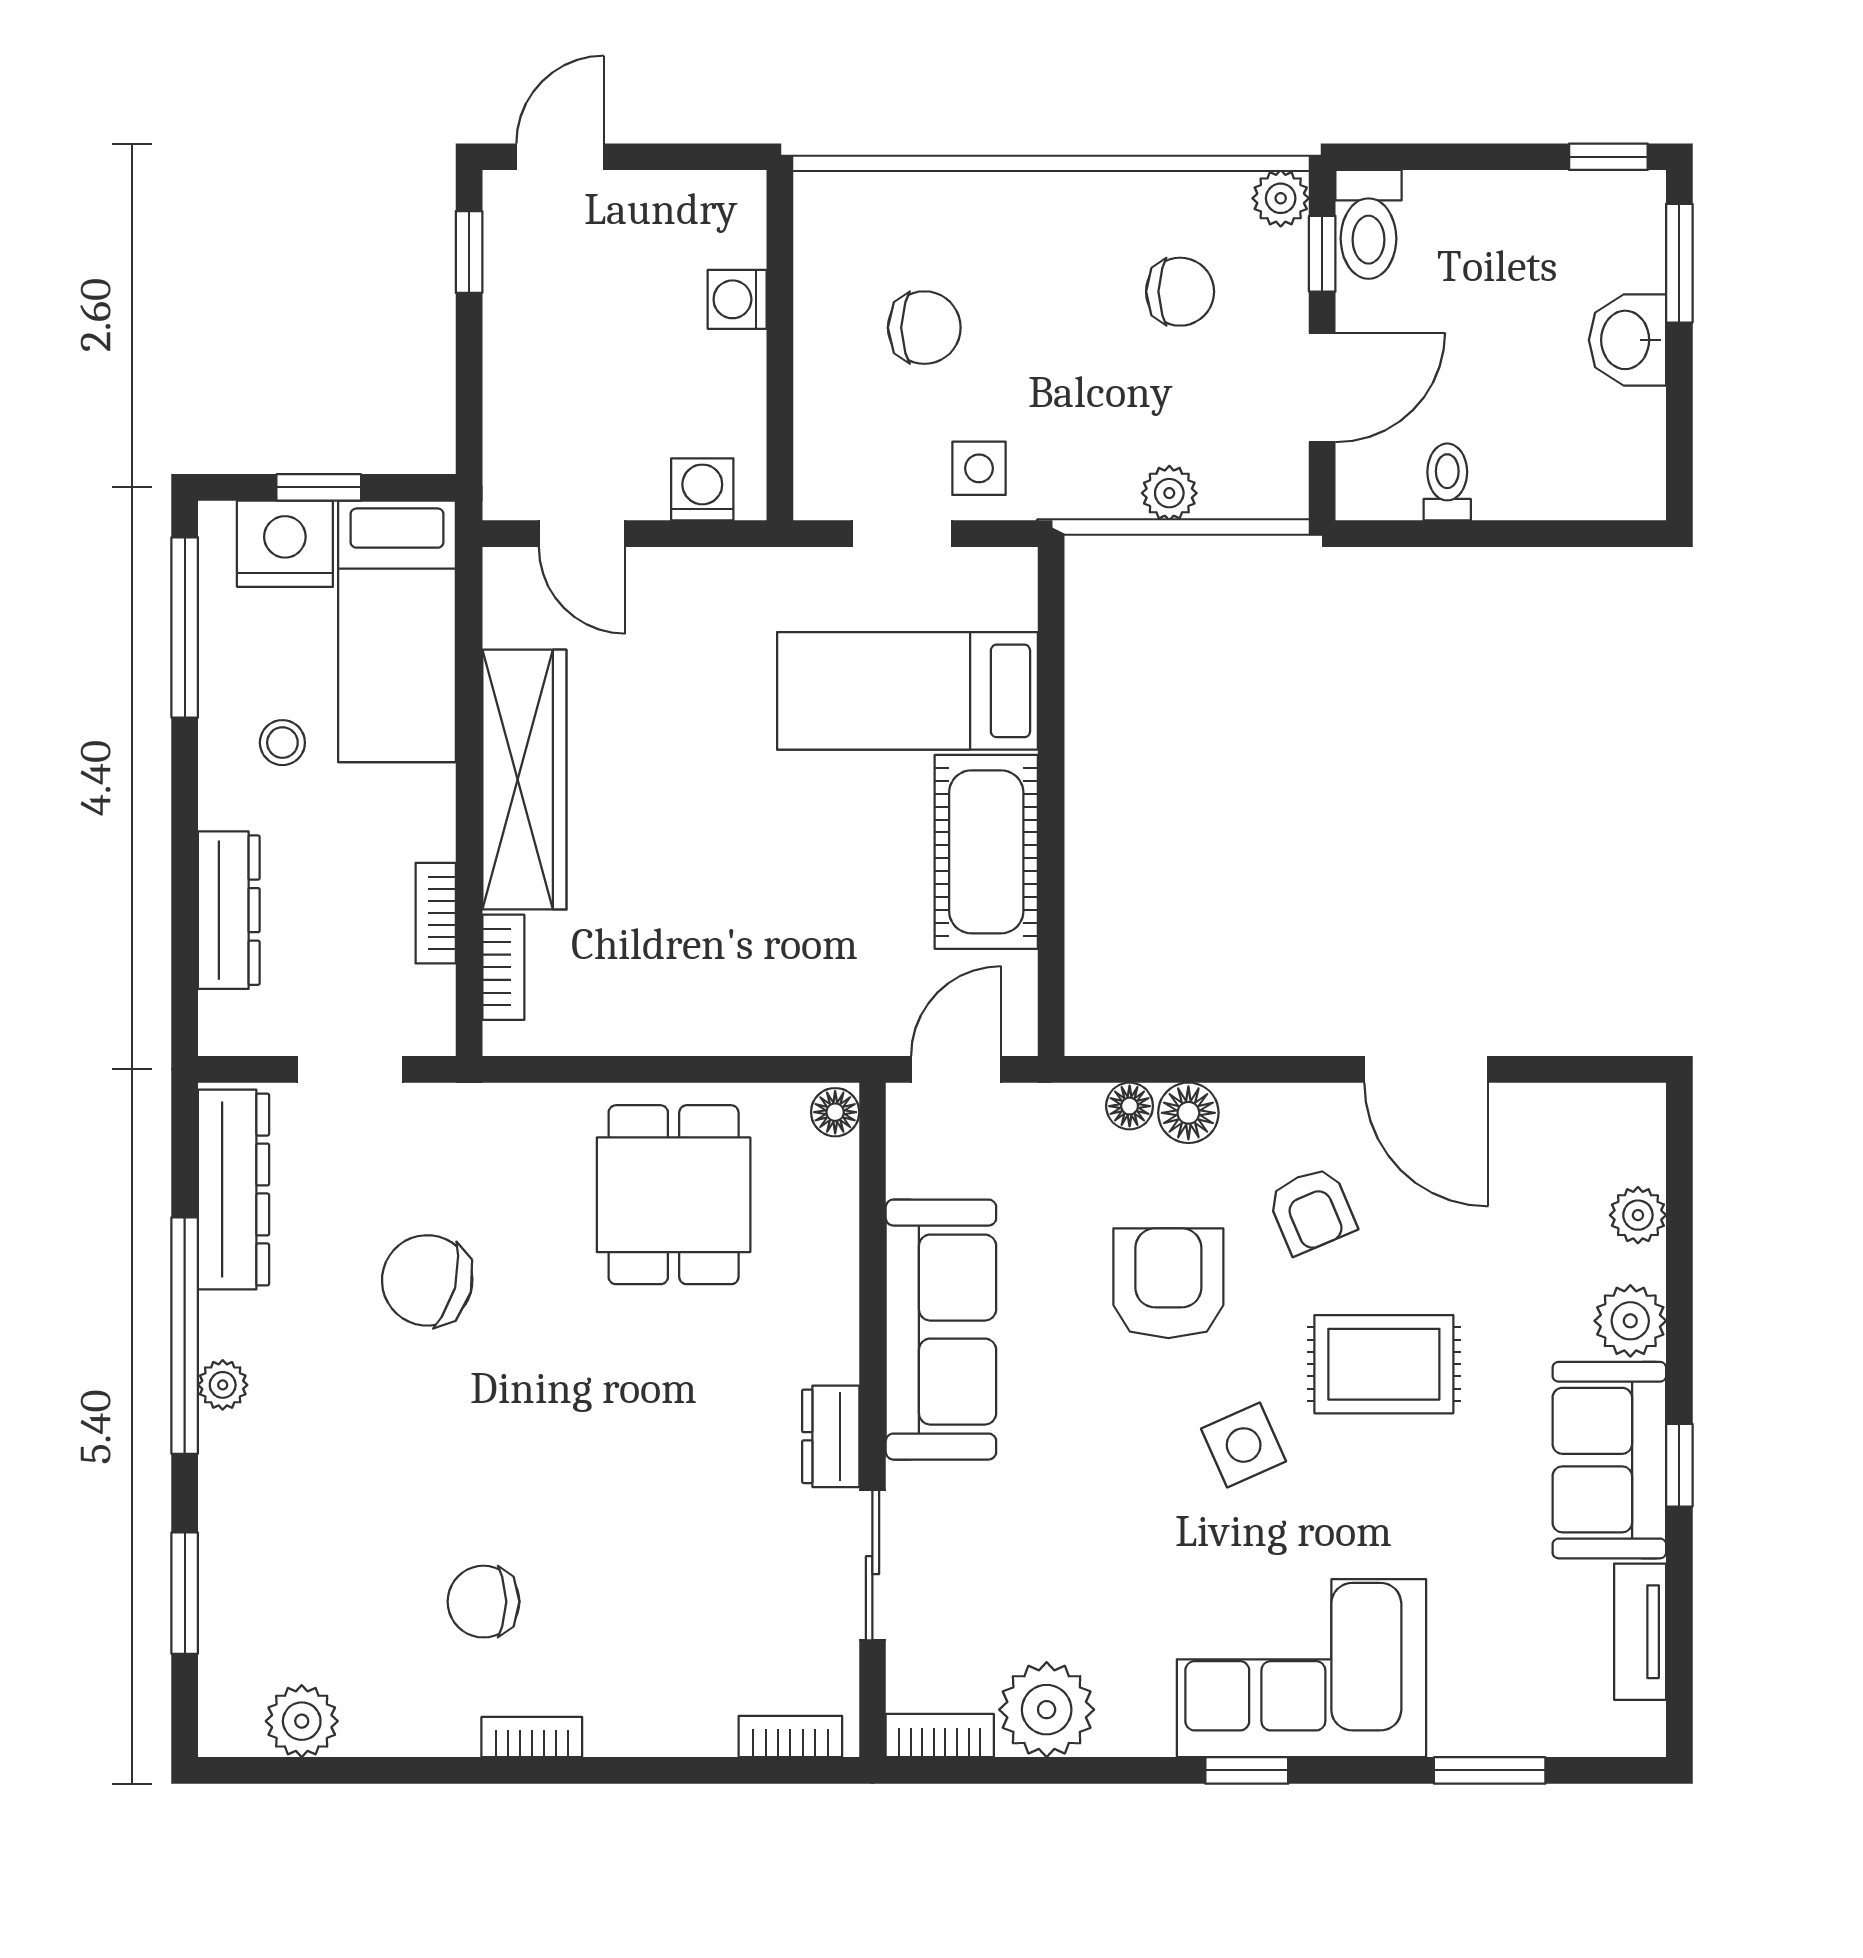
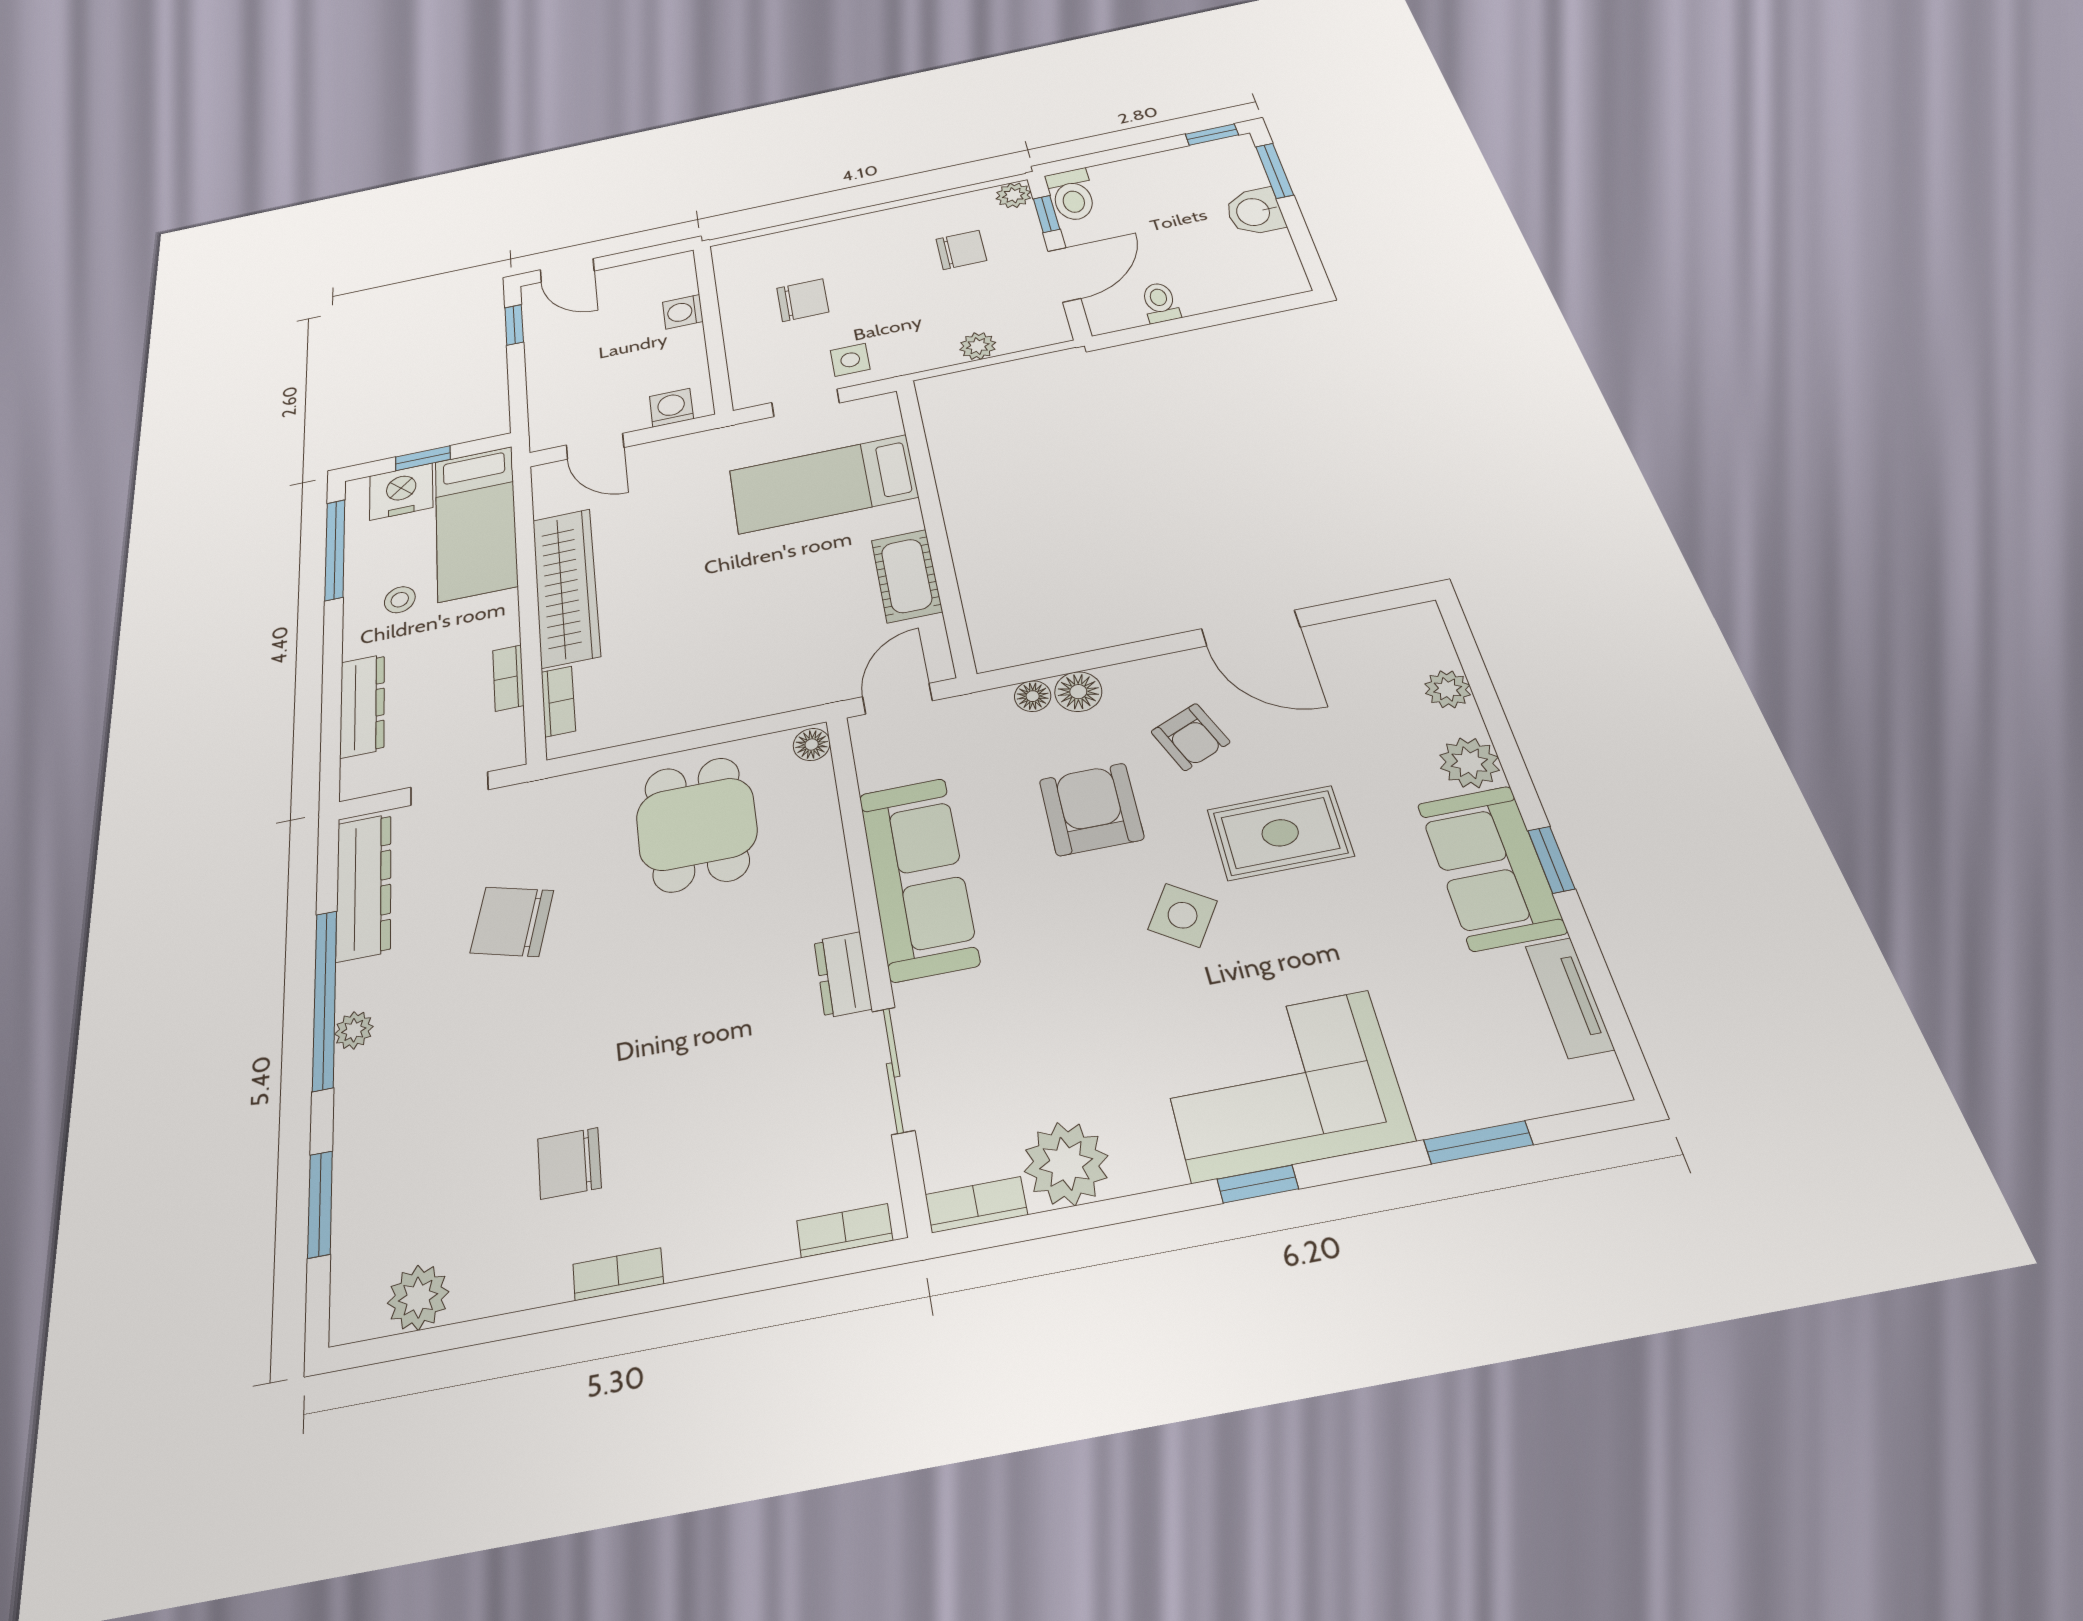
door: (560, 157) -> (567, 270), swing flipped
cot: (986, 852) -> (907, 576), width x0.73, depth x0.75
side table: (1244, 1445) -> (1183, 915), turned -33

